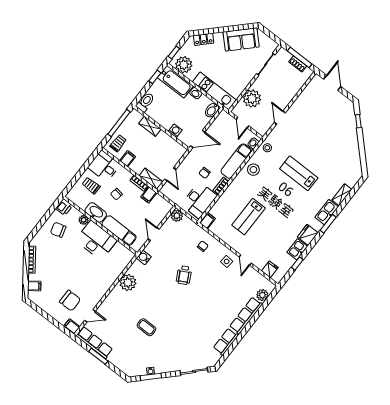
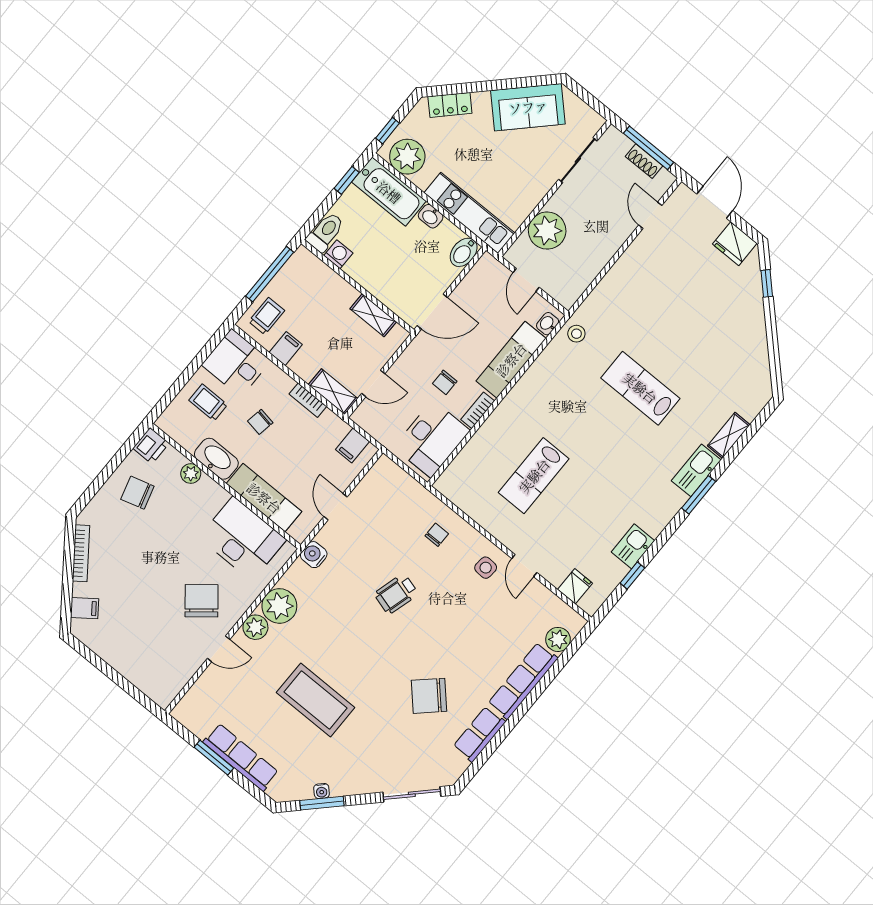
door: (280, 118) -> (650, 215), moved
shelving: (150, 126) -> (373, 315), moved
washing machine: (175, 131) -> (338, 254), moved
stool: (253, 170) -> (546, 378), removed
door: (170, 174) -> (373, 384), hinge flipped
filing cabinet: (149, 195) -> (352, 446), moved
plant: (177, 216) -> (255, 627), moved
filing cabinet: (207, 221) -> (448, 482), removed
fridge: (308, 235) -> (735, 244), moved, turned -90
desk: (96, 240) -> (243, 539), moved
wheelchair: (184, 275) -> (396, 594), turned 44
chair: (70, 301) -> (202, 601), moved, turned -129
door: (90, 316) -> (219, 649), moved
chair: (201, 324) -> (429, 696), added
filing cabinet: (72, 327) -> (160, 694), removed
coffee table: (146, 327) -> (316, 700), width x1.86, depth x1.72
row of seats: (94, 343) -> (241, 757), moved

